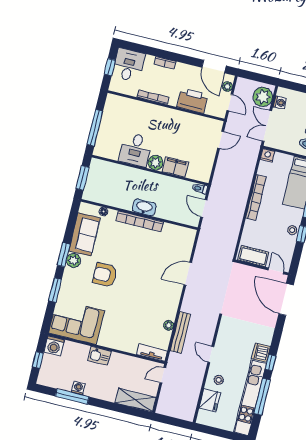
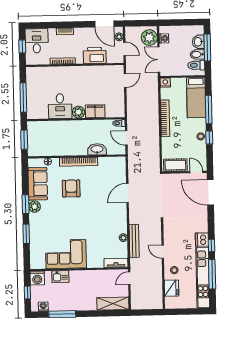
washbasin: (144, 207) -> (97, 149), moved
armchair: (105, 275) -> (71, 188), moved, turned 90
corner sofa: (77, 322) -> (66, 254), moved
kitchen sink: (100, 356) -> (60, 277), moved
washing machine: (78, 388) -> (43, 307), moved

